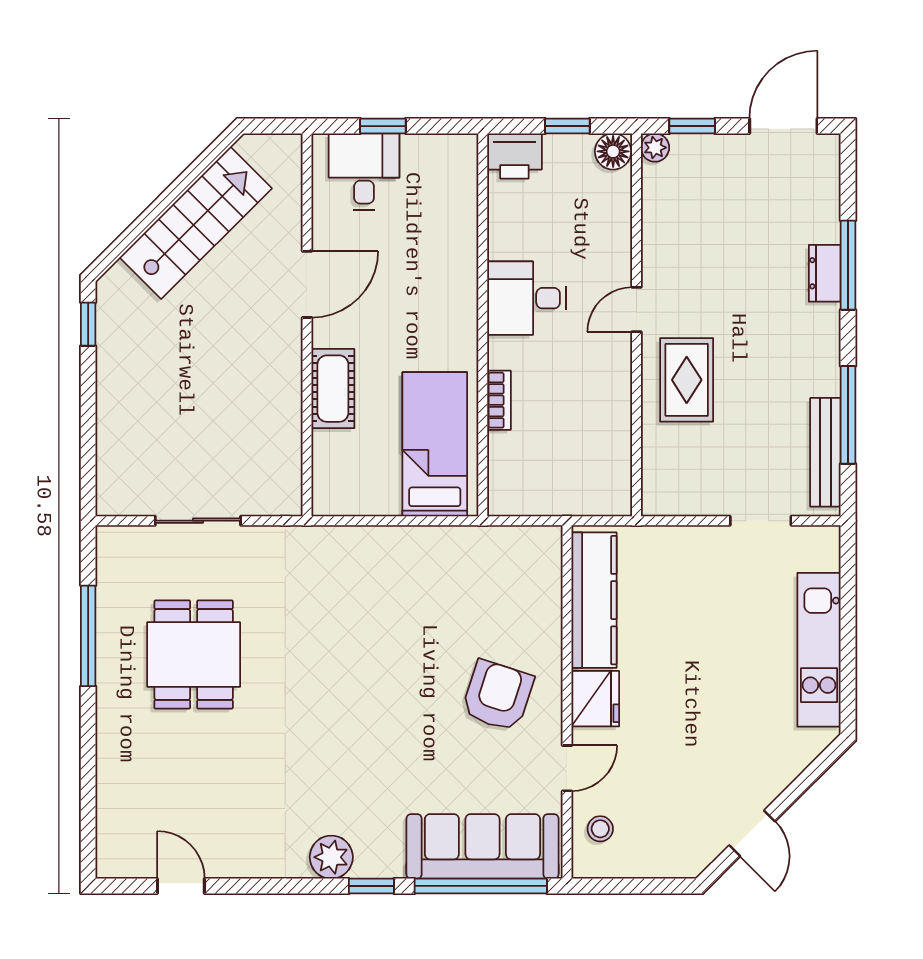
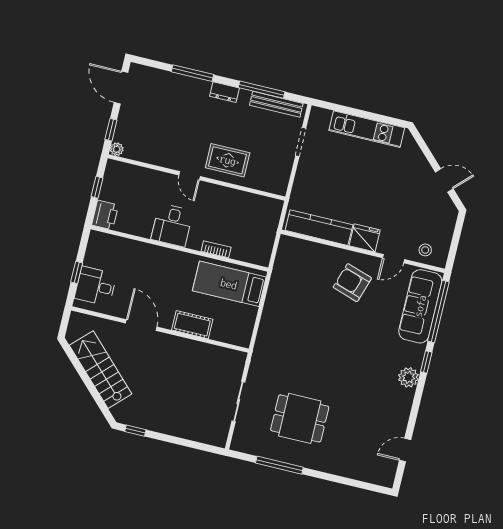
floor lamp: (613, 151) -> (114, 169), removed
dresser: (825, 273) -> (225, 92), moved
door: (567, 768) -> (394, 259), swing flipped

